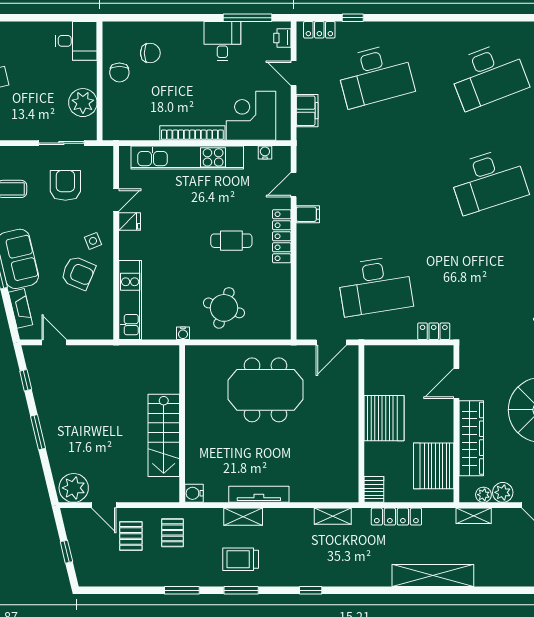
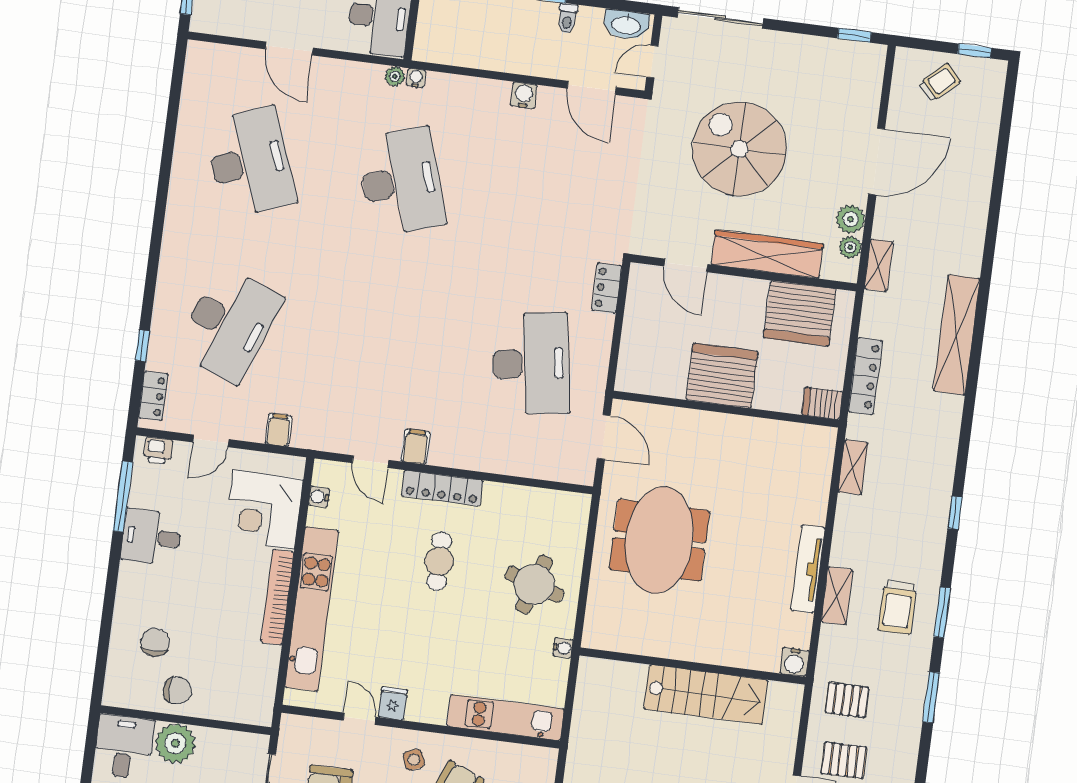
desk: (375, 75) -> (229, 324), turned 36
plant: (83, 103) -> (175, 743), moved
filing cabinet: (307, 111) -> (279, 430), width x0.50

